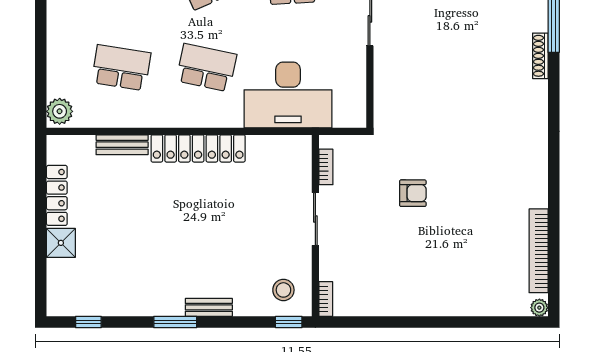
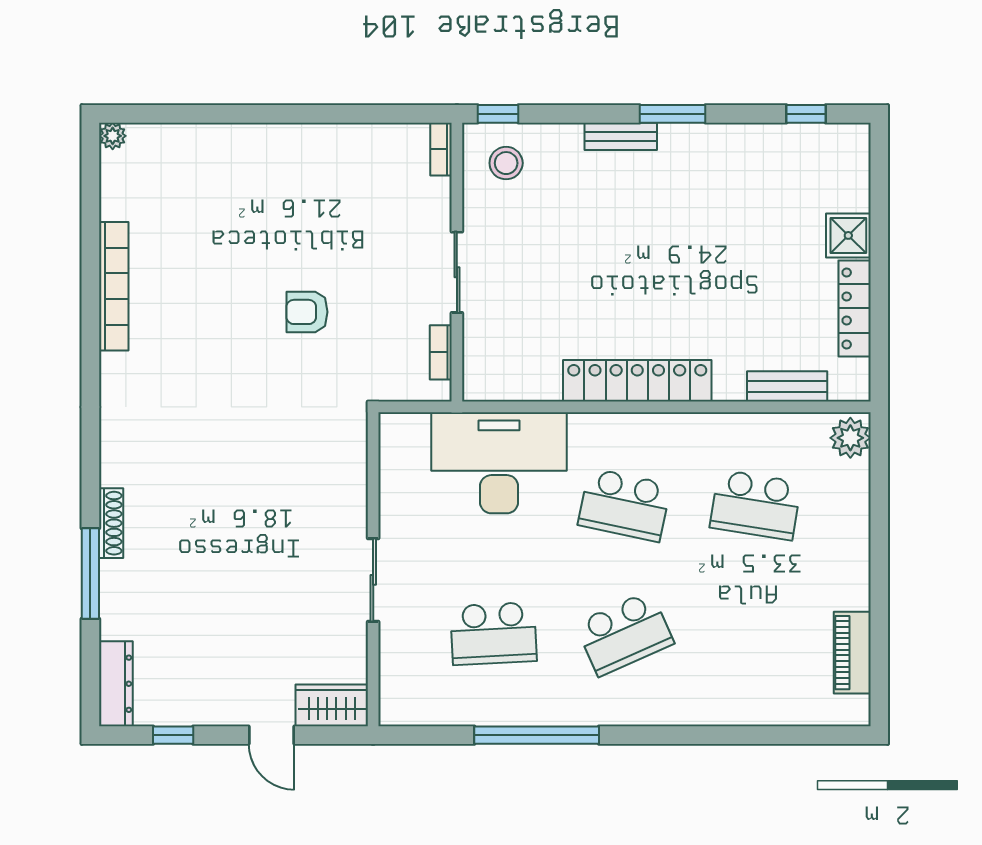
bench: (122, 145) -> (787, 386), moved
bookcase: (539, 251) -> (114, 286), moved

